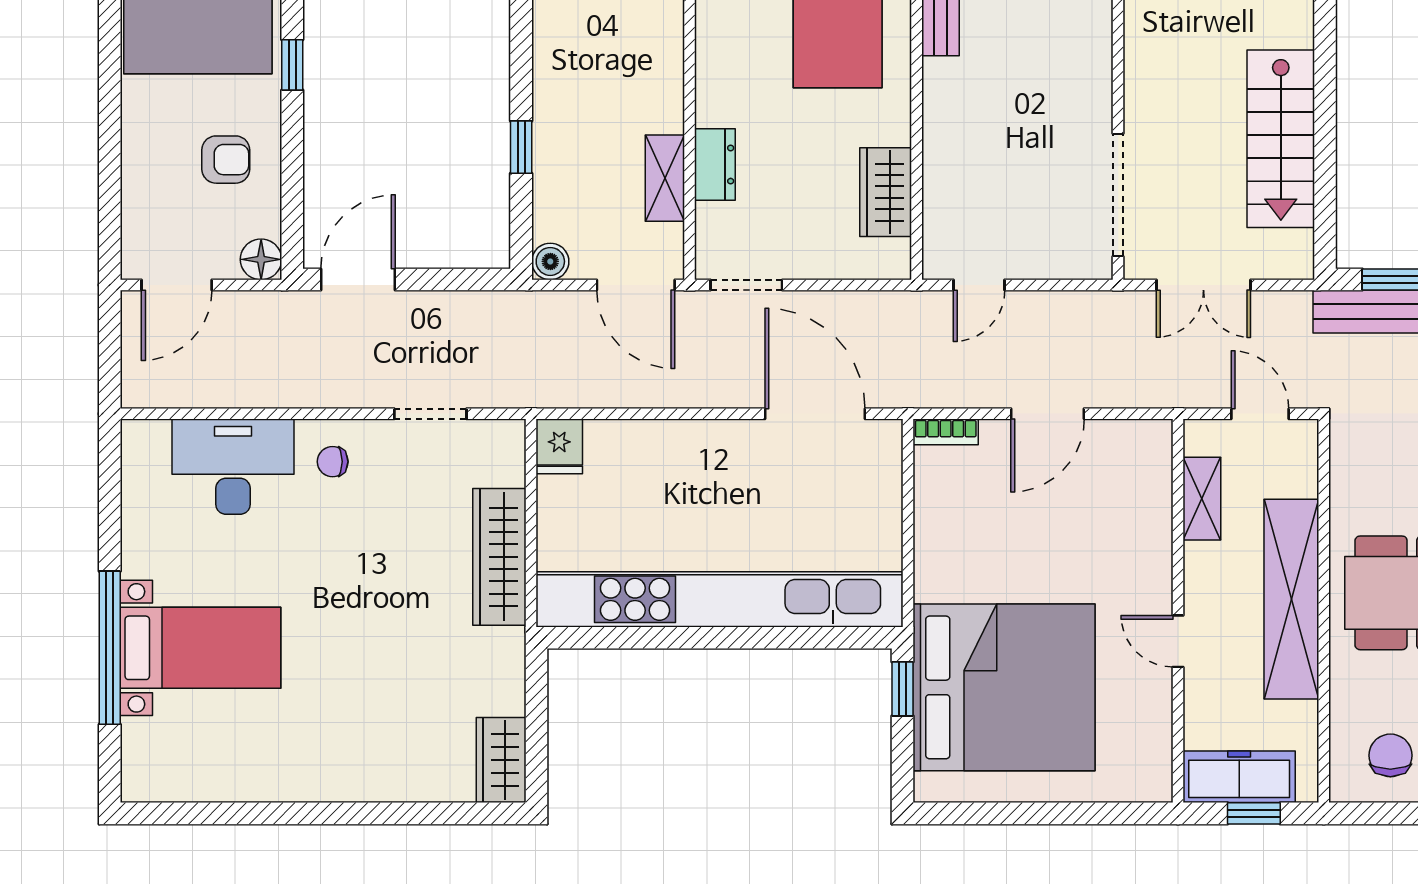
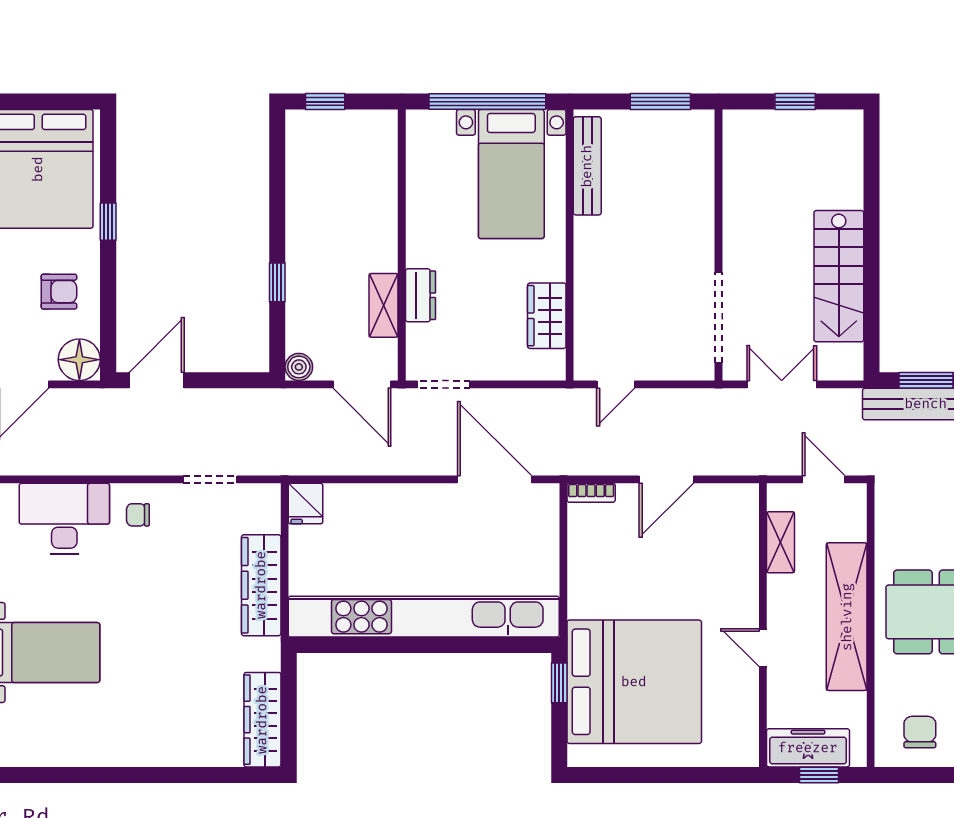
floor lamp: (261, 259) -> (79, 360), width x1.38, depth x1.38
double door: (1203, 285) -> (782, 384), swing flipped
wardrobe: (501, 760) -> (262, 720), width x1.50

